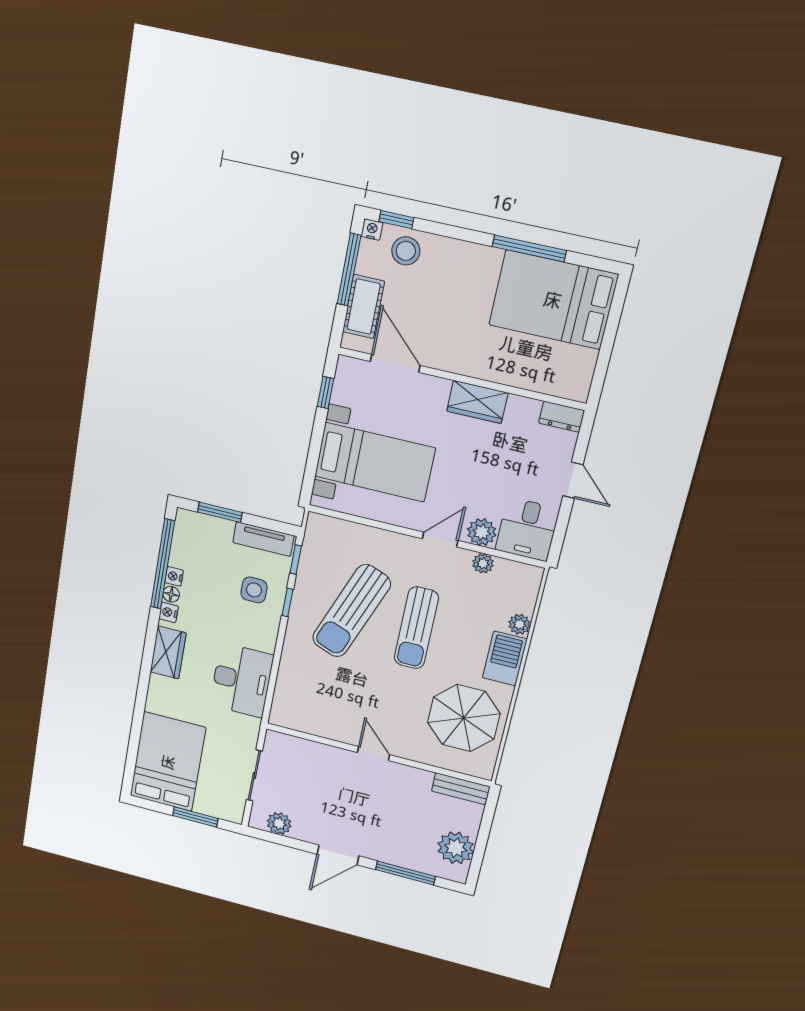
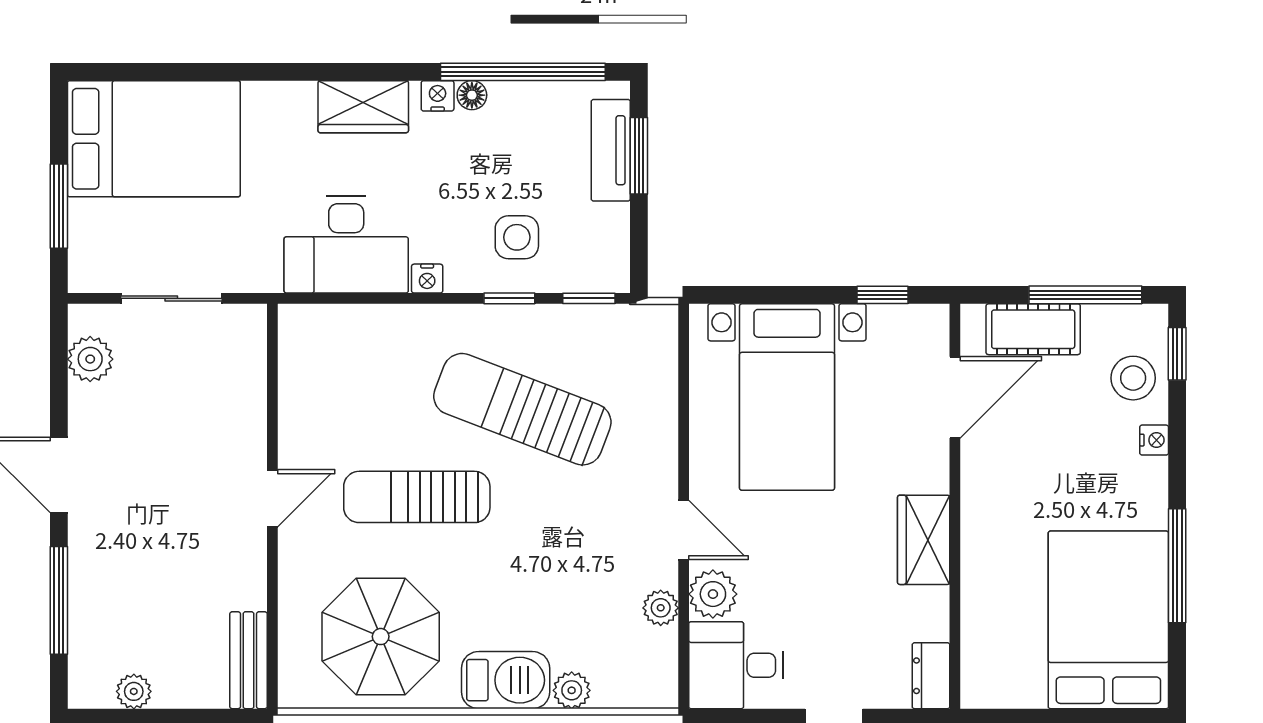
nightstand: (372, 230) -> (1154, 440), moved
tv unit: (263, 539) -> (611, 150), moved
nightstand: (174, 576) -> (427, 279), moved, turned 180
sun lounger: (416, 628) -> (417, 497), moved
plant: (456, 848) -> (134, 691), width x0.53, depth x0.53

